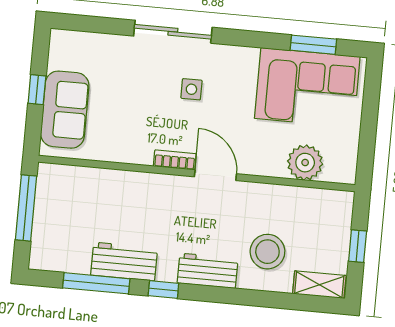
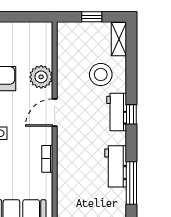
bookcase: (175, 160) -> (47, 159), moved
plant: (305, 163) -> (41, 77), moved
window: (163, 290) -> (131, 114), moved

